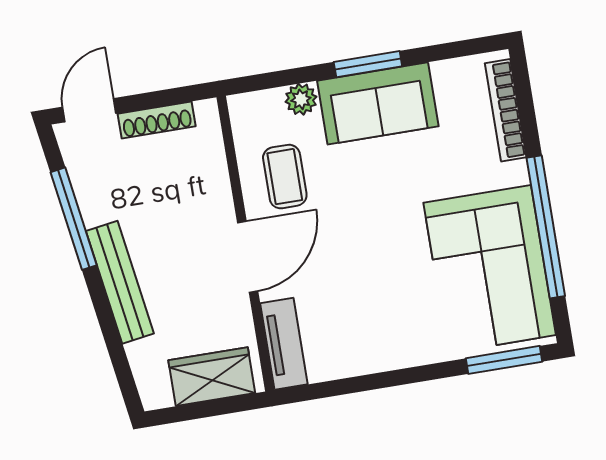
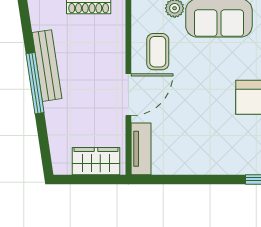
window: (74, 219) -> (35, 83), moved
bench: (120, 282) -> (47, 66), moved

